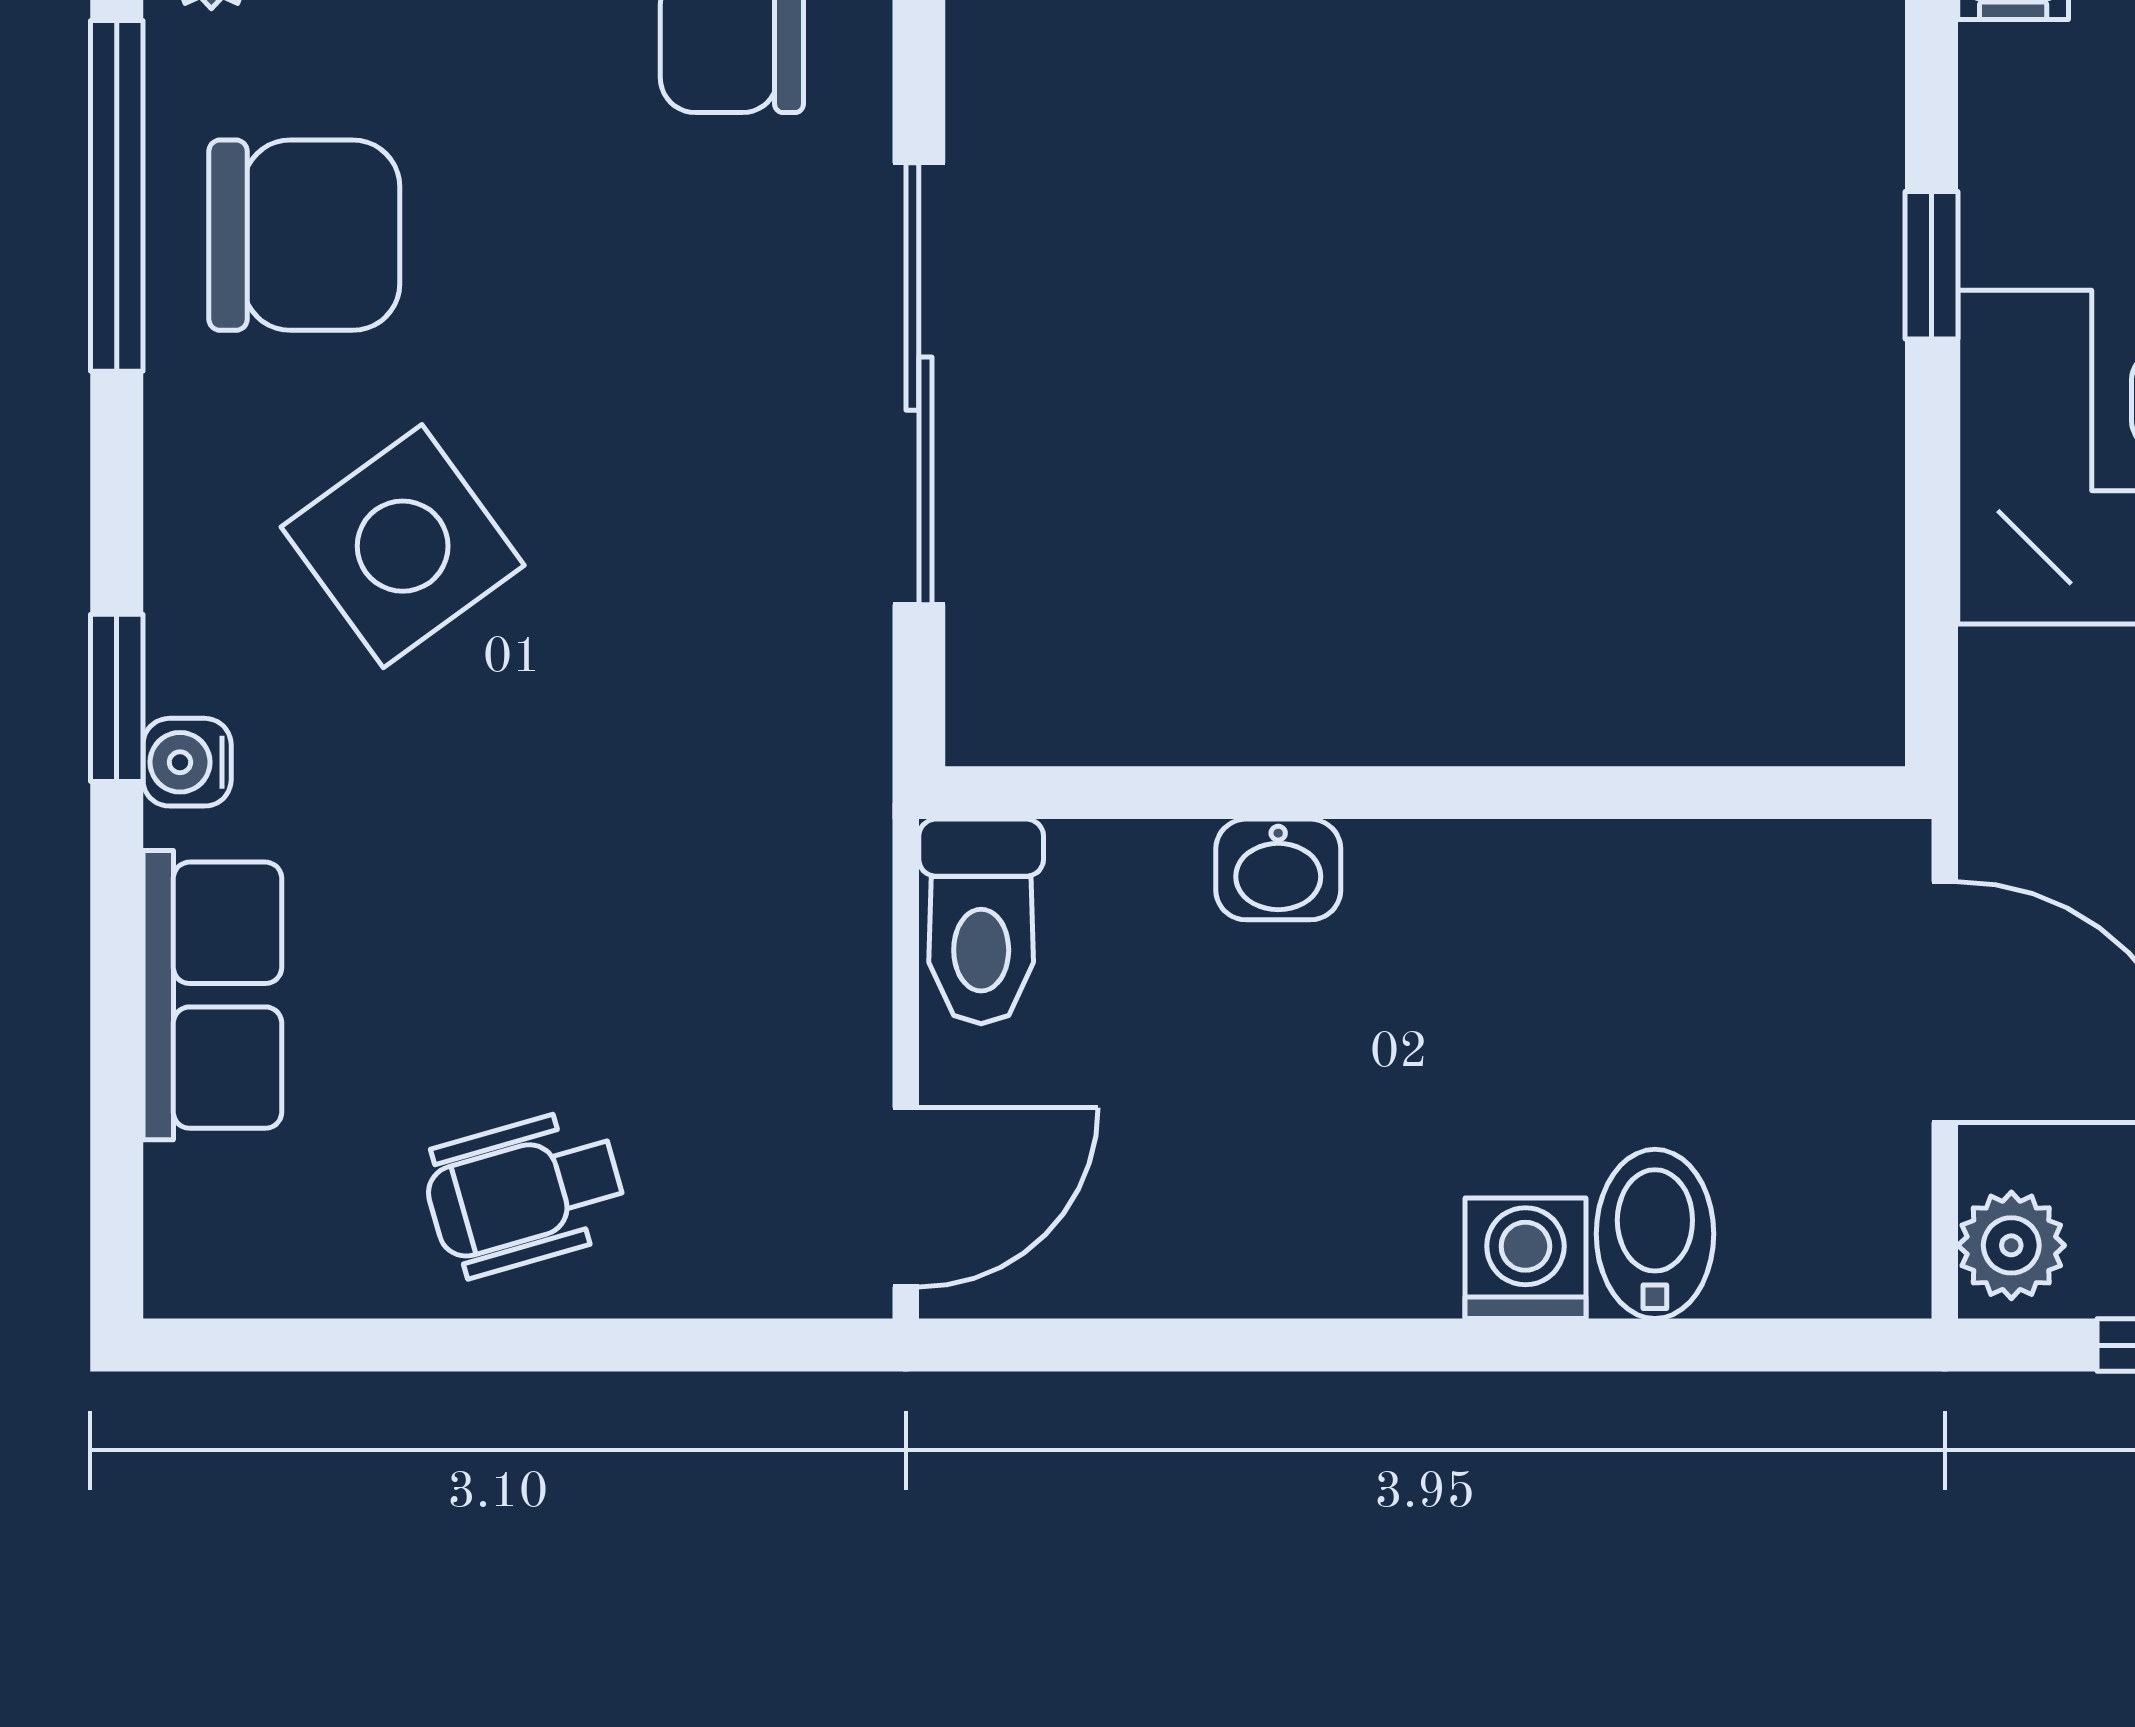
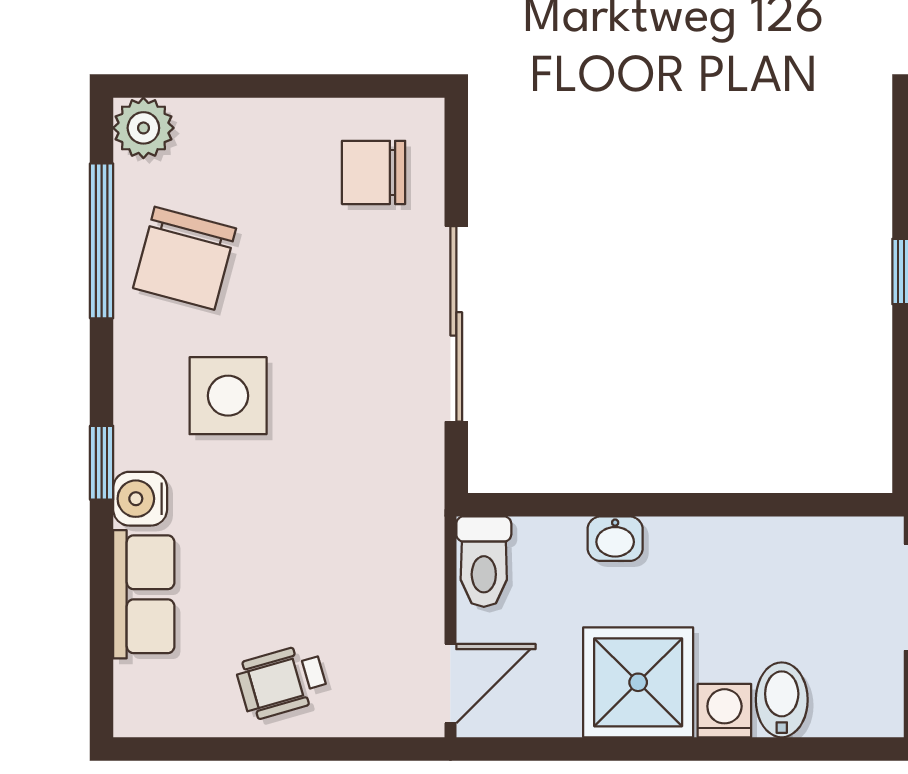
chair: (304, 235) -> (185, 258), turned 105
side table: (403, 546) -> (228, 396), turned 36
water cooler: (187, 762) -> (140, 499), width x1.38, depth x1.38
shower: (1330, 1194) -> (638, 682), added

